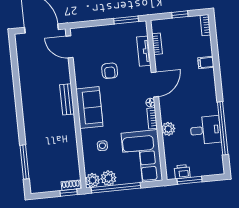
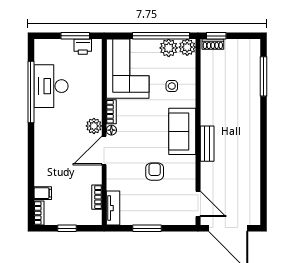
window: (126, 20) -> (147, 228), moved
tv unit: (144, 51) -> (113, 208), moved
filing cabinet: (206, 63) -> (43, 193), moved
plant: (168, 129) -> (94, 126), moved
desk: (206, 130) -> (51, 86), width x1.37

